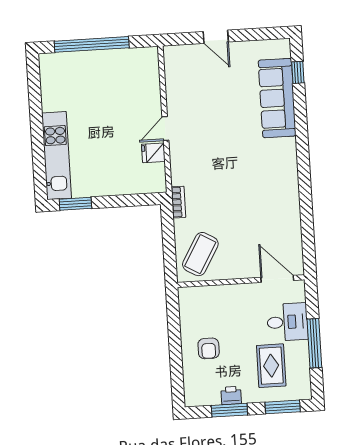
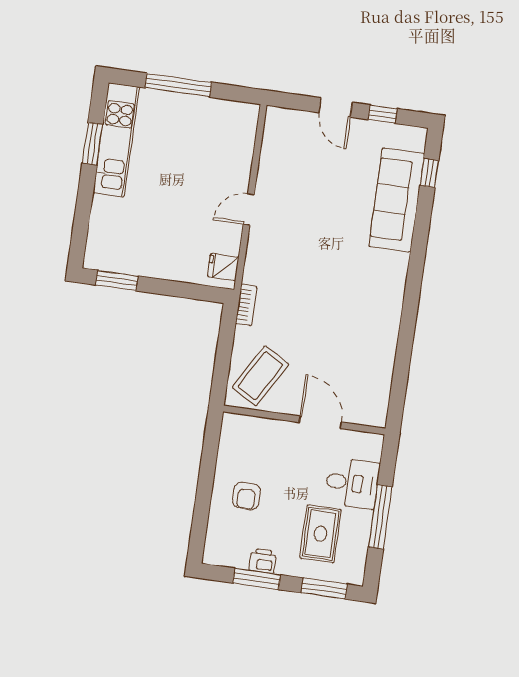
window: (253, 35) -> (383, 114), added
window: (92, 44) -> (178, 85), width x0.68
window: (35, 103) -> (92, 144), added
fridge: (153, 153) -> (223, 267), moved
kitchen unit: (57, 156) -> (116, 140), moved
door: (277, 279) -> (320, 422), moved

